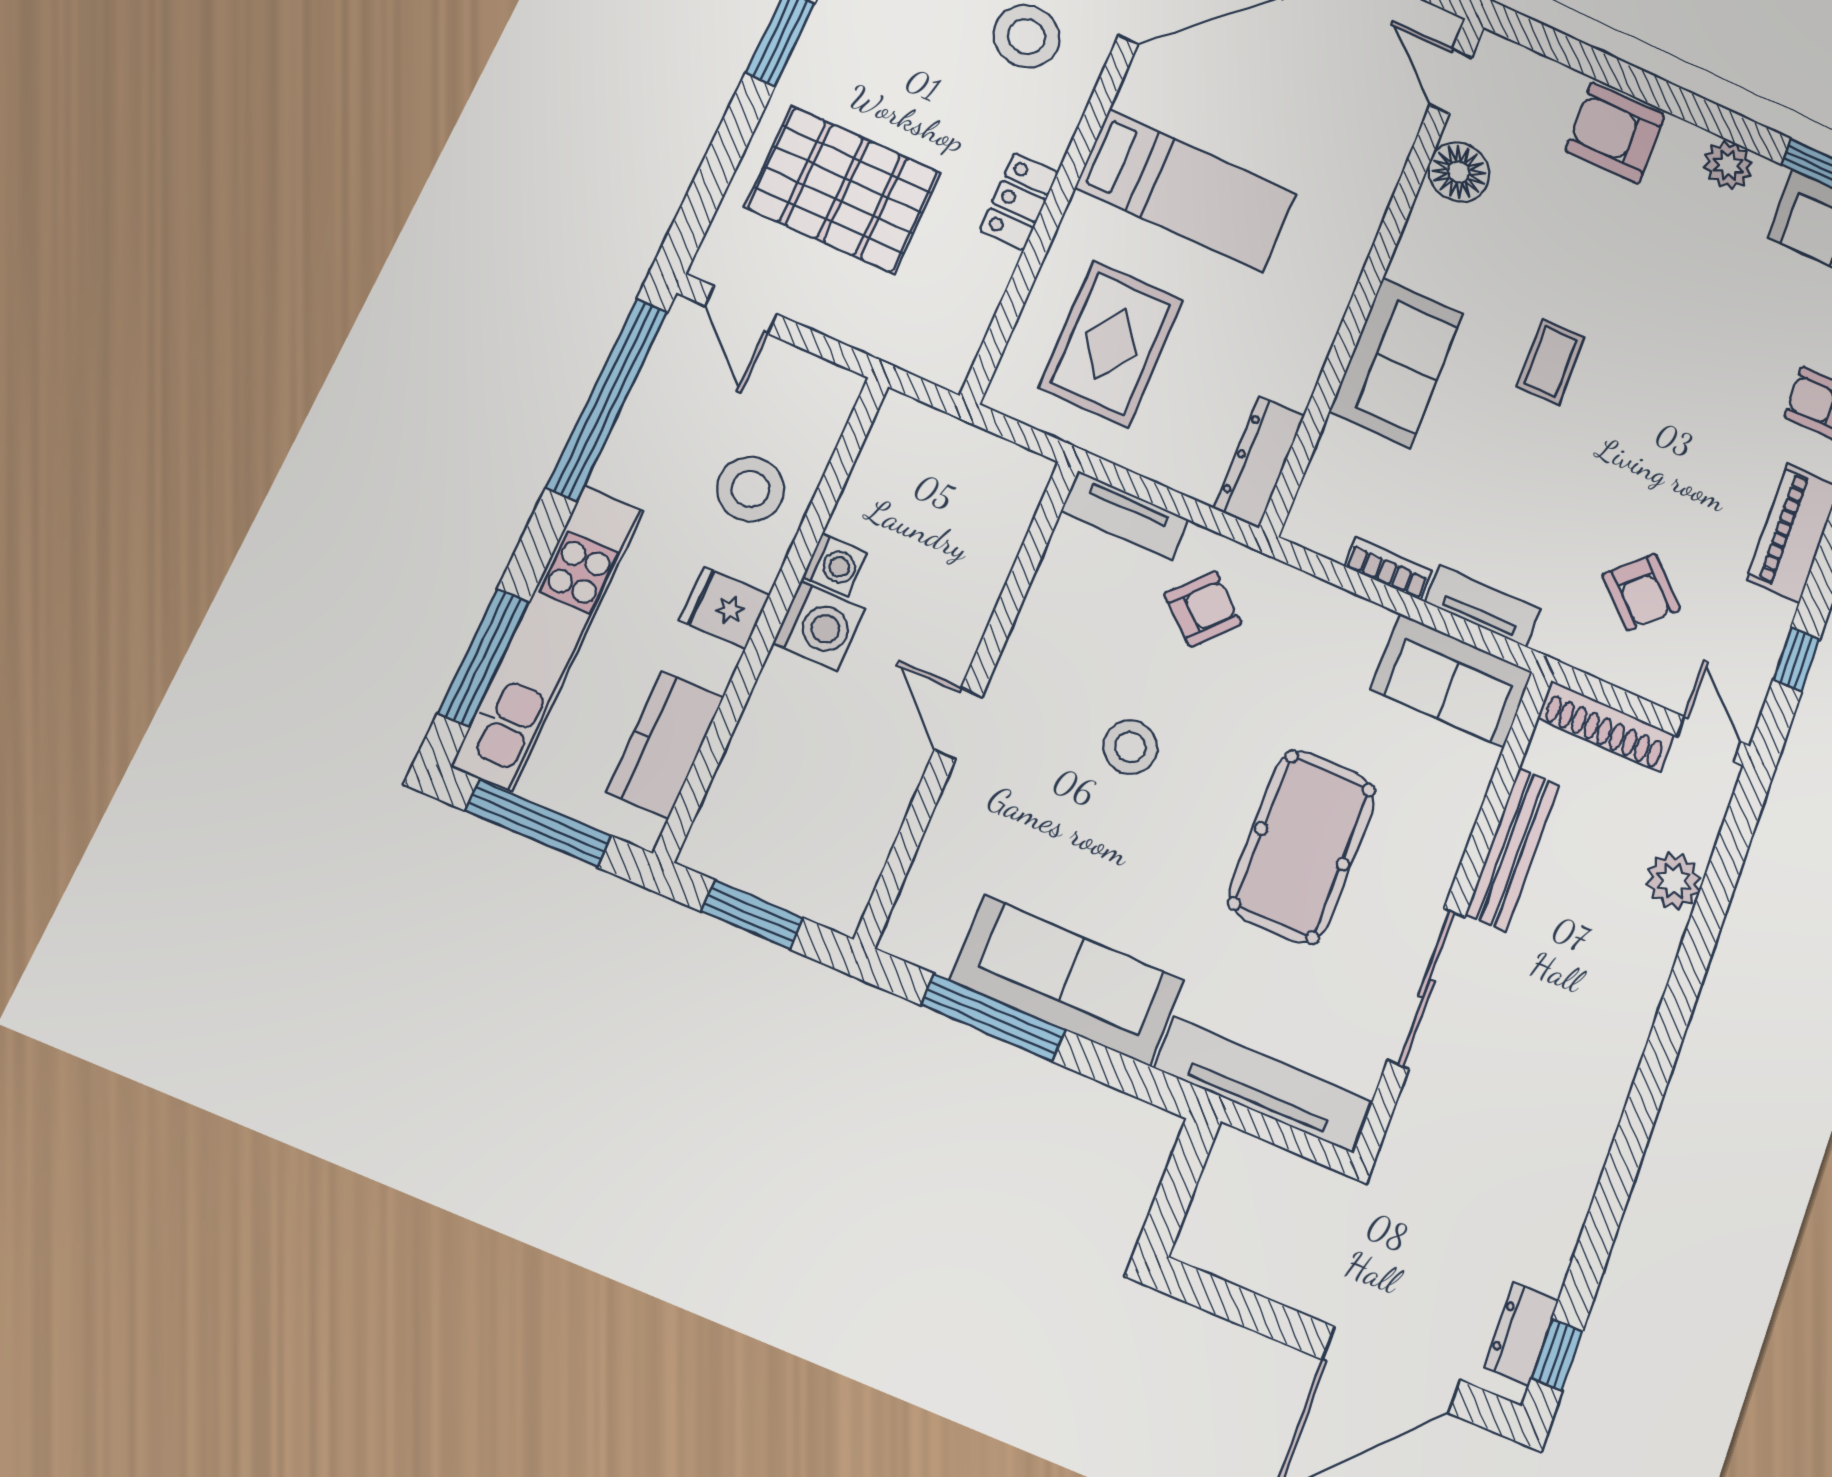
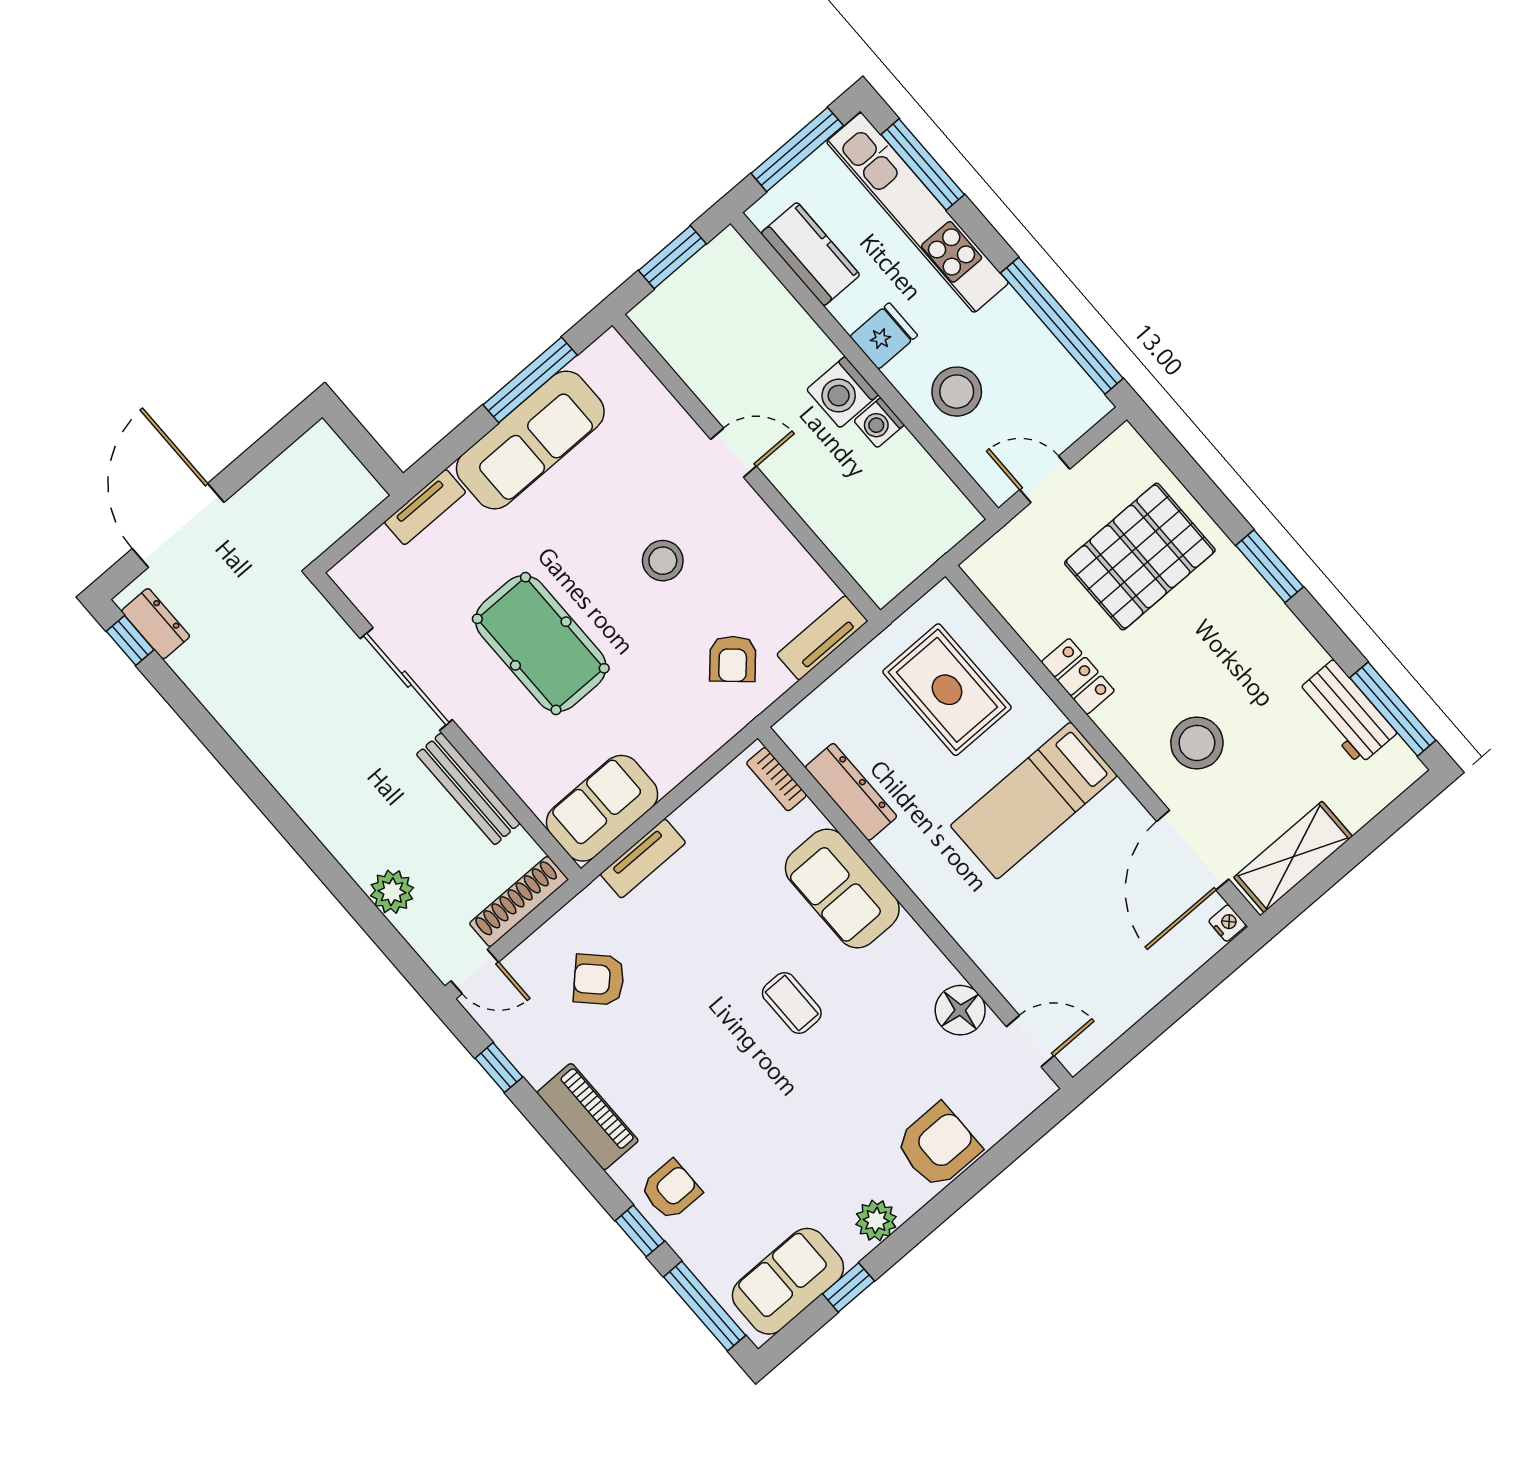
door: (741, 310) -> (1045, 479), moved
dresser: (1259, 462) -> (851, 792), moved
bookcase: (1388, 568) -> (777, 779), moved, turned 90
tv unit: (1263, 1084) -> (425, 507), width x0.52, depth x0.78

